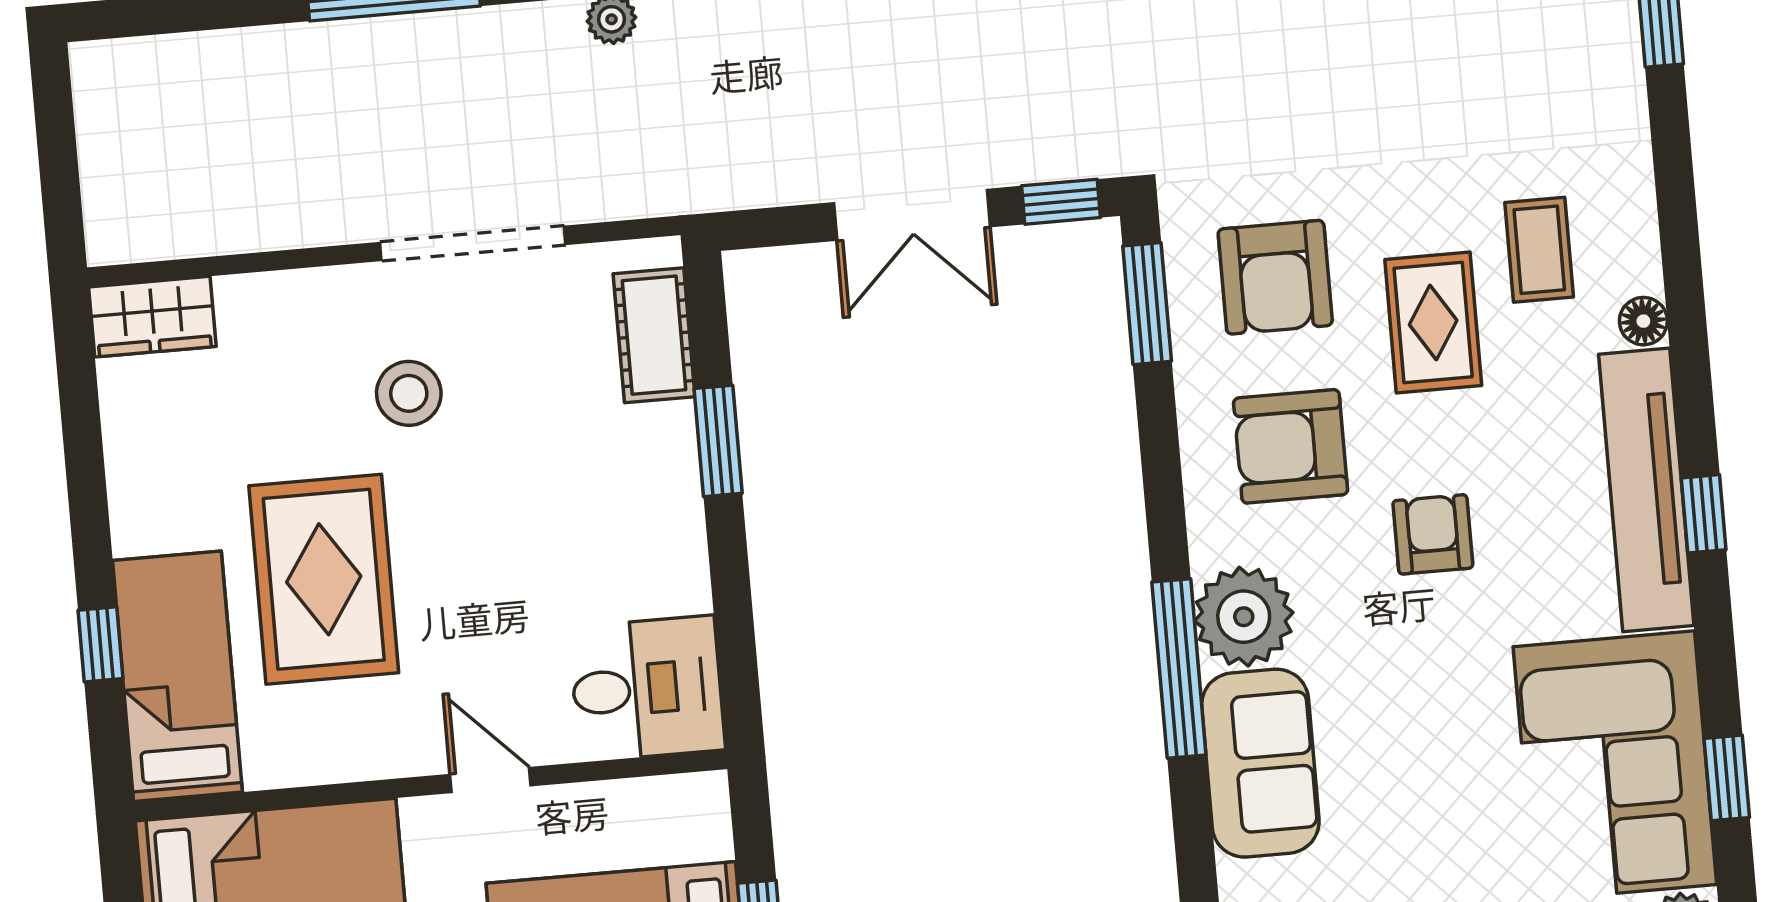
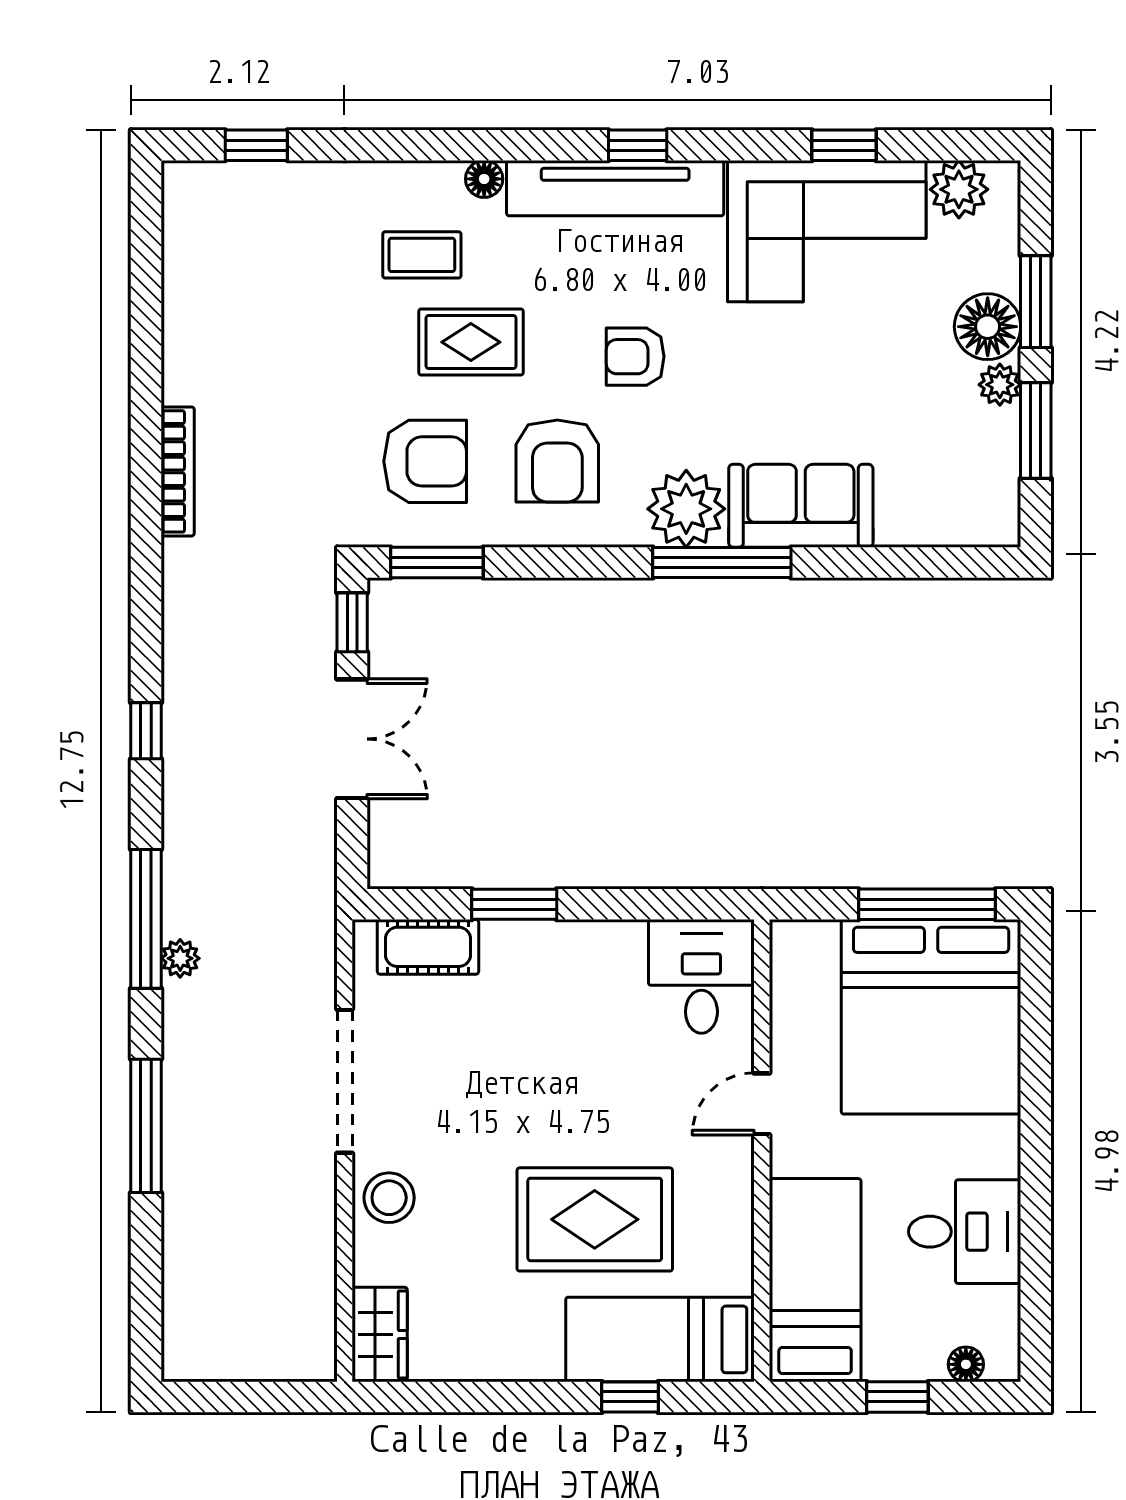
stool: (409, 393) -> (389, 1198), moved

